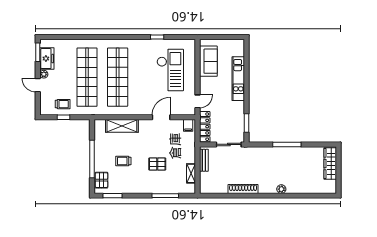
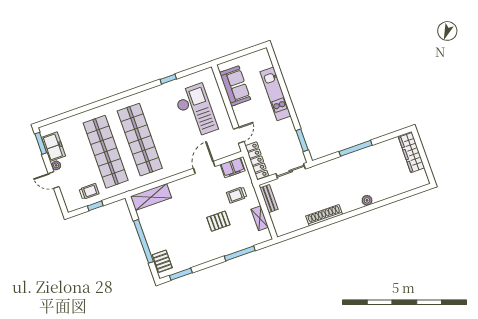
filing cabinet: (188, 125) -> (233, 168), width x2.00
shelving: (122, 126) -> (151, 197), moved
trolley: (123, 161) -> (237, 195), moved

